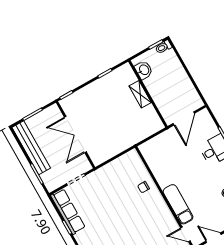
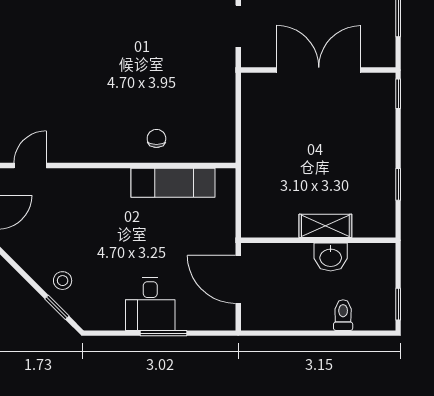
toilet: (163, 47) -> (343, 315), moved
washbasin: (144, 70) -> (331, 257), moved
exam couch: (178, 204) -> (173, 183), moved

